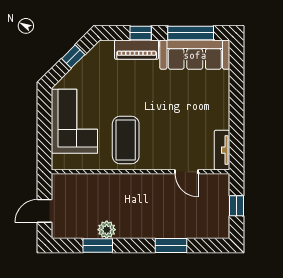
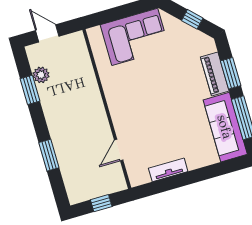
window: (141, 33) -> (231, 73), width x1.50
coffee table: (126, 140) -> (131, 88), removed
tv unit: (222, 150) -> (168, 170), moved
plant: (107, 230) -> (41, 75), moved

